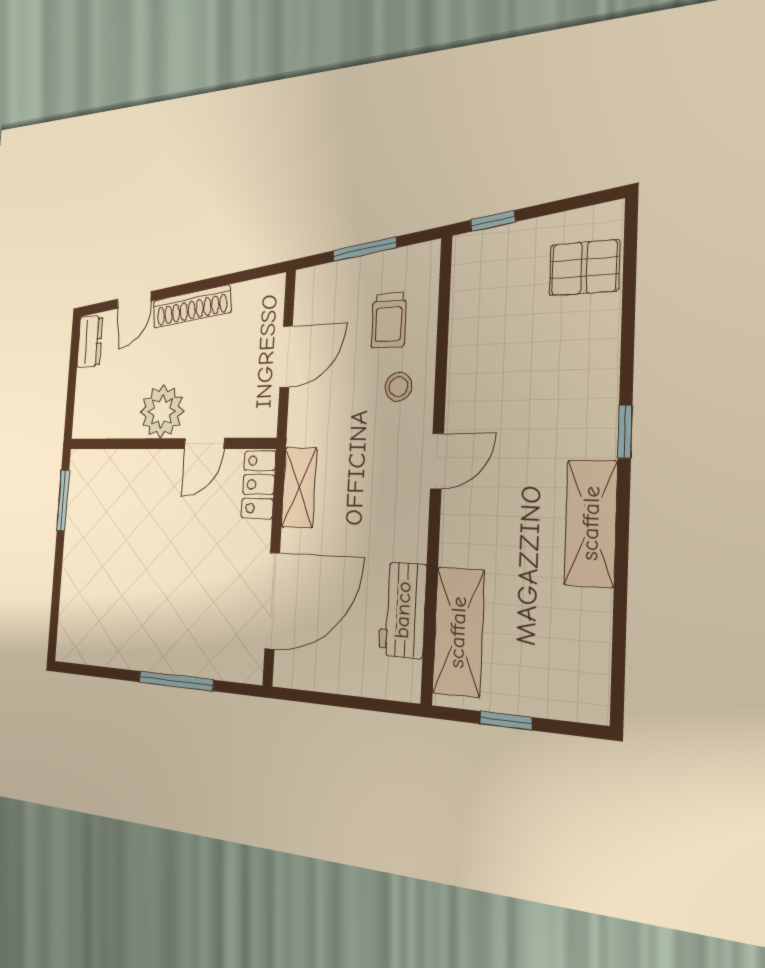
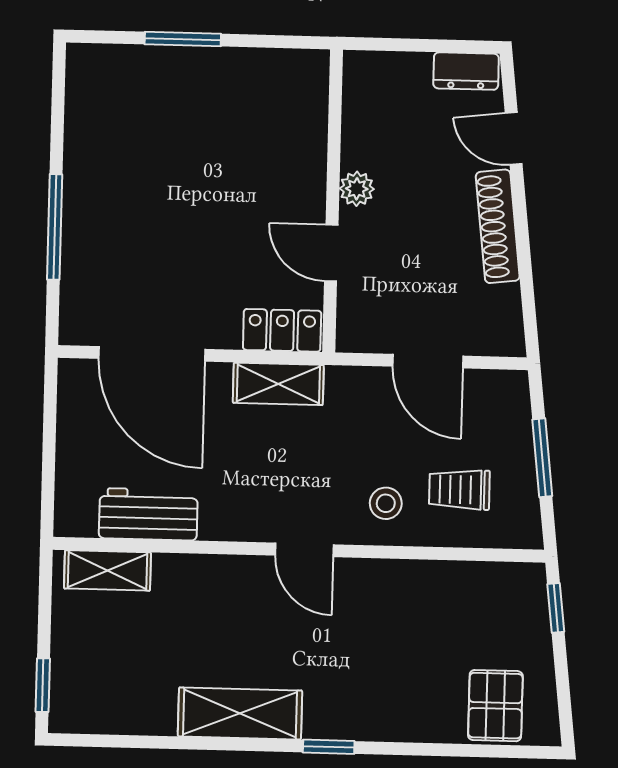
plant: (162, 412) -> (357, 189), width x0.53, depth x0.53
window: (63, 500) -> (183, 39), moved
shelving: (458, 632) -> (107, 570), width x0.67, depth x0.75
window: (506, 721) -> (43, 685), moved

